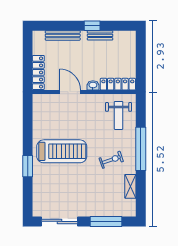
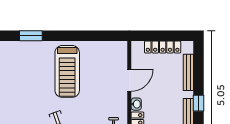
locker: (38, 72) -> (163, 47), moved
window: (28, 166) -> (31, 36), moved

